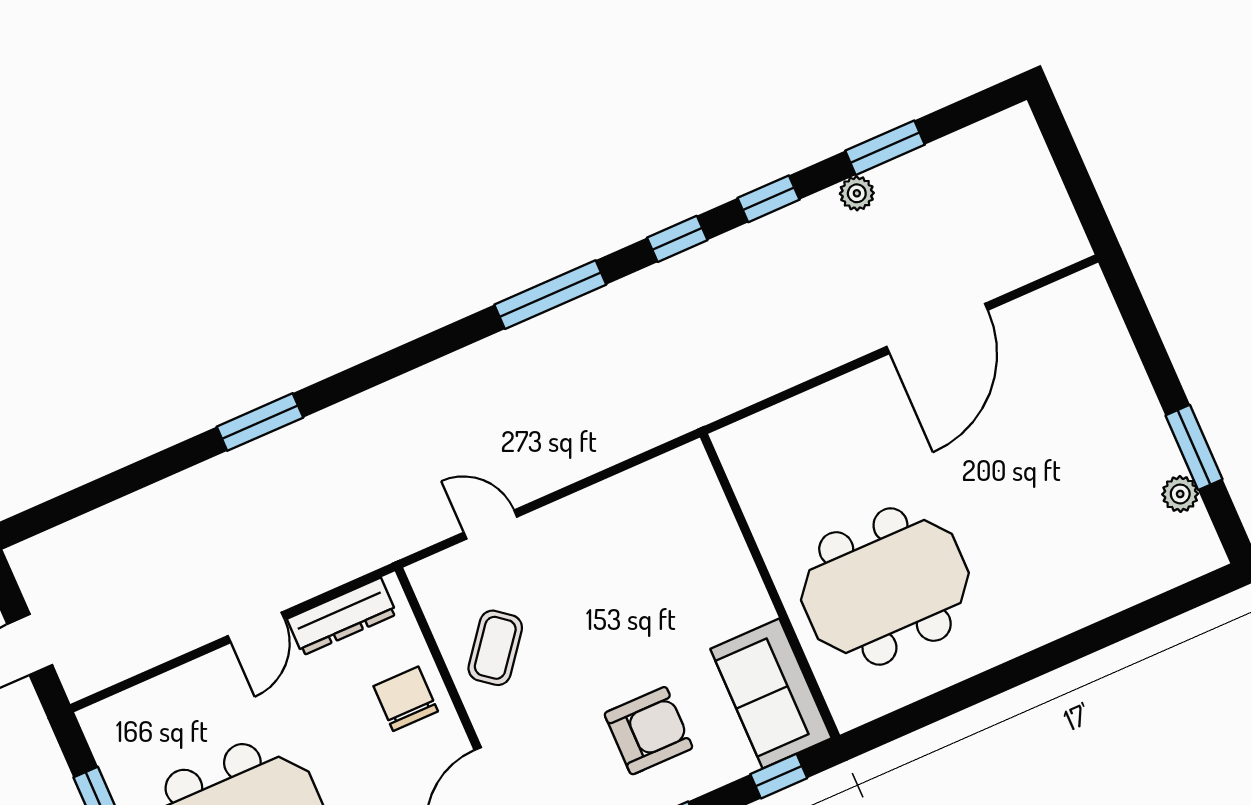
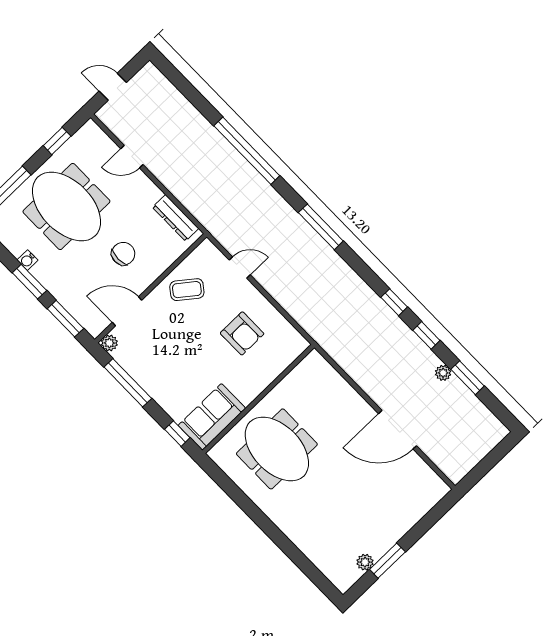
window: (550, 295) -> (321, 227), moved
window: (260, 422) -> (247, 151), width x2.11
door: (490, 525) -> (240, 267), hinge flipped
door: (256, 627) -> (132, 157), moved
chair: (406, 699) -> (123, 254), moved
armchair: (648, 731) -> (242, 333), moved

